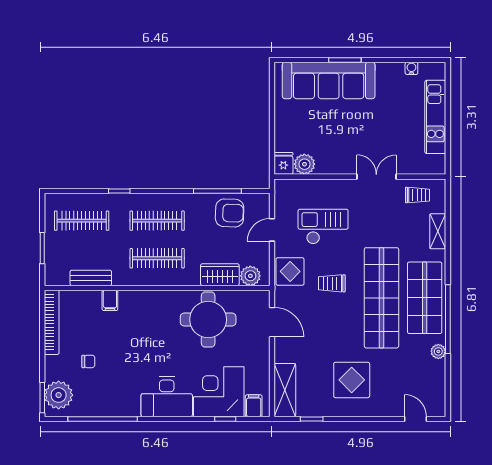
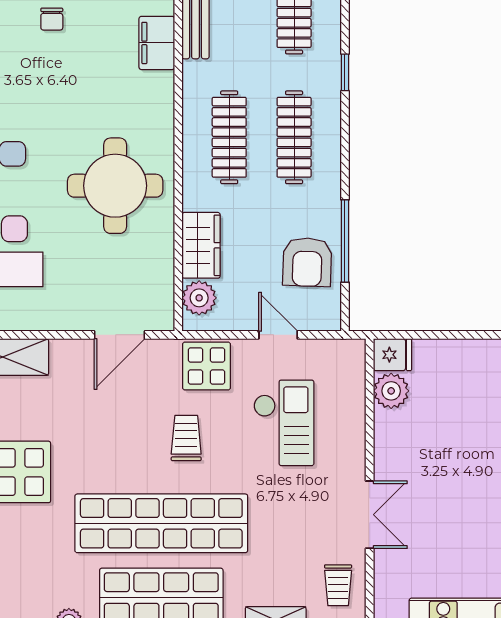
filing cabinet: (110, 300) -> (157, 43), width x2.00
round table: (208, 320) -> (115, 186), moved

